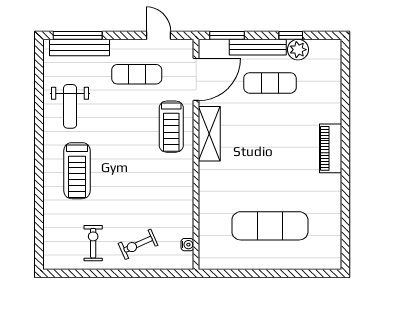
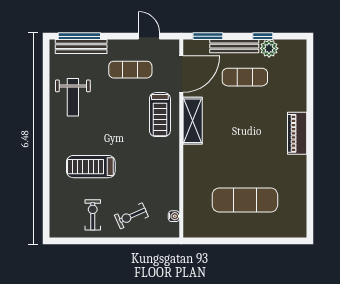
treadmill: (77, 171) -> (91, 167), moved, turned 90

